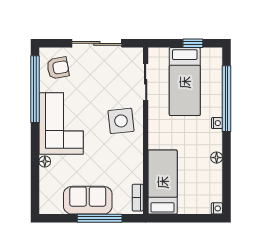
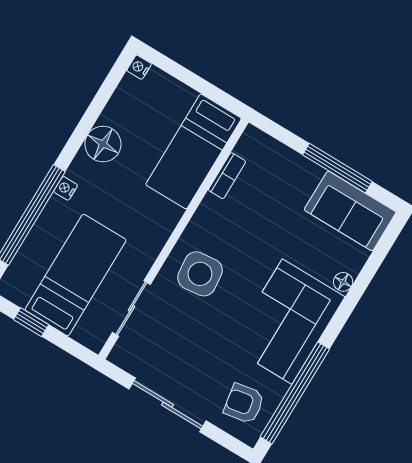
floor lamp: (217, 158) -> (103, 144), width x1.89, depth x1.89
bookcase: (138, 198) -> (227, 176), moved
sofa: (88, 200) -> (350, 211), moved
window: (100, 218) -> (337, 168), moved

